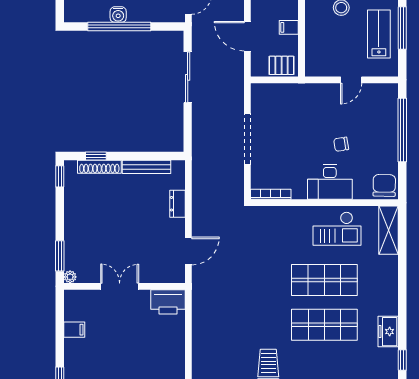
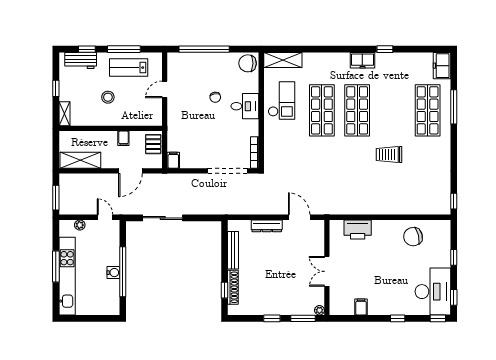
door: (351, 80) -> (165, 89), swing flipped
filing cabinet: (261, 91) -> (173, 160), added
doorway: (247, 139) -> (227, 171), moved
window: (60, 176) -> (272, 318), moved
desk: (330, 182) -> (245, 106), width x0.73
dresser: (177, 204) -> (267, 226), width x1.44
printer: (168, 302) -> (358, 230), moved, turned 90

